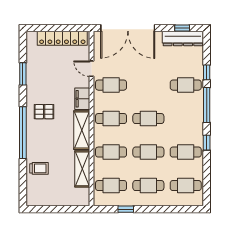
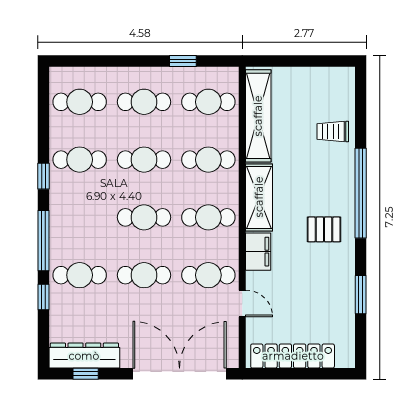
cafe table: (148, 85) -> (144, 275), added
shelving: (82, 169) -> (258, 116), width x1.47

